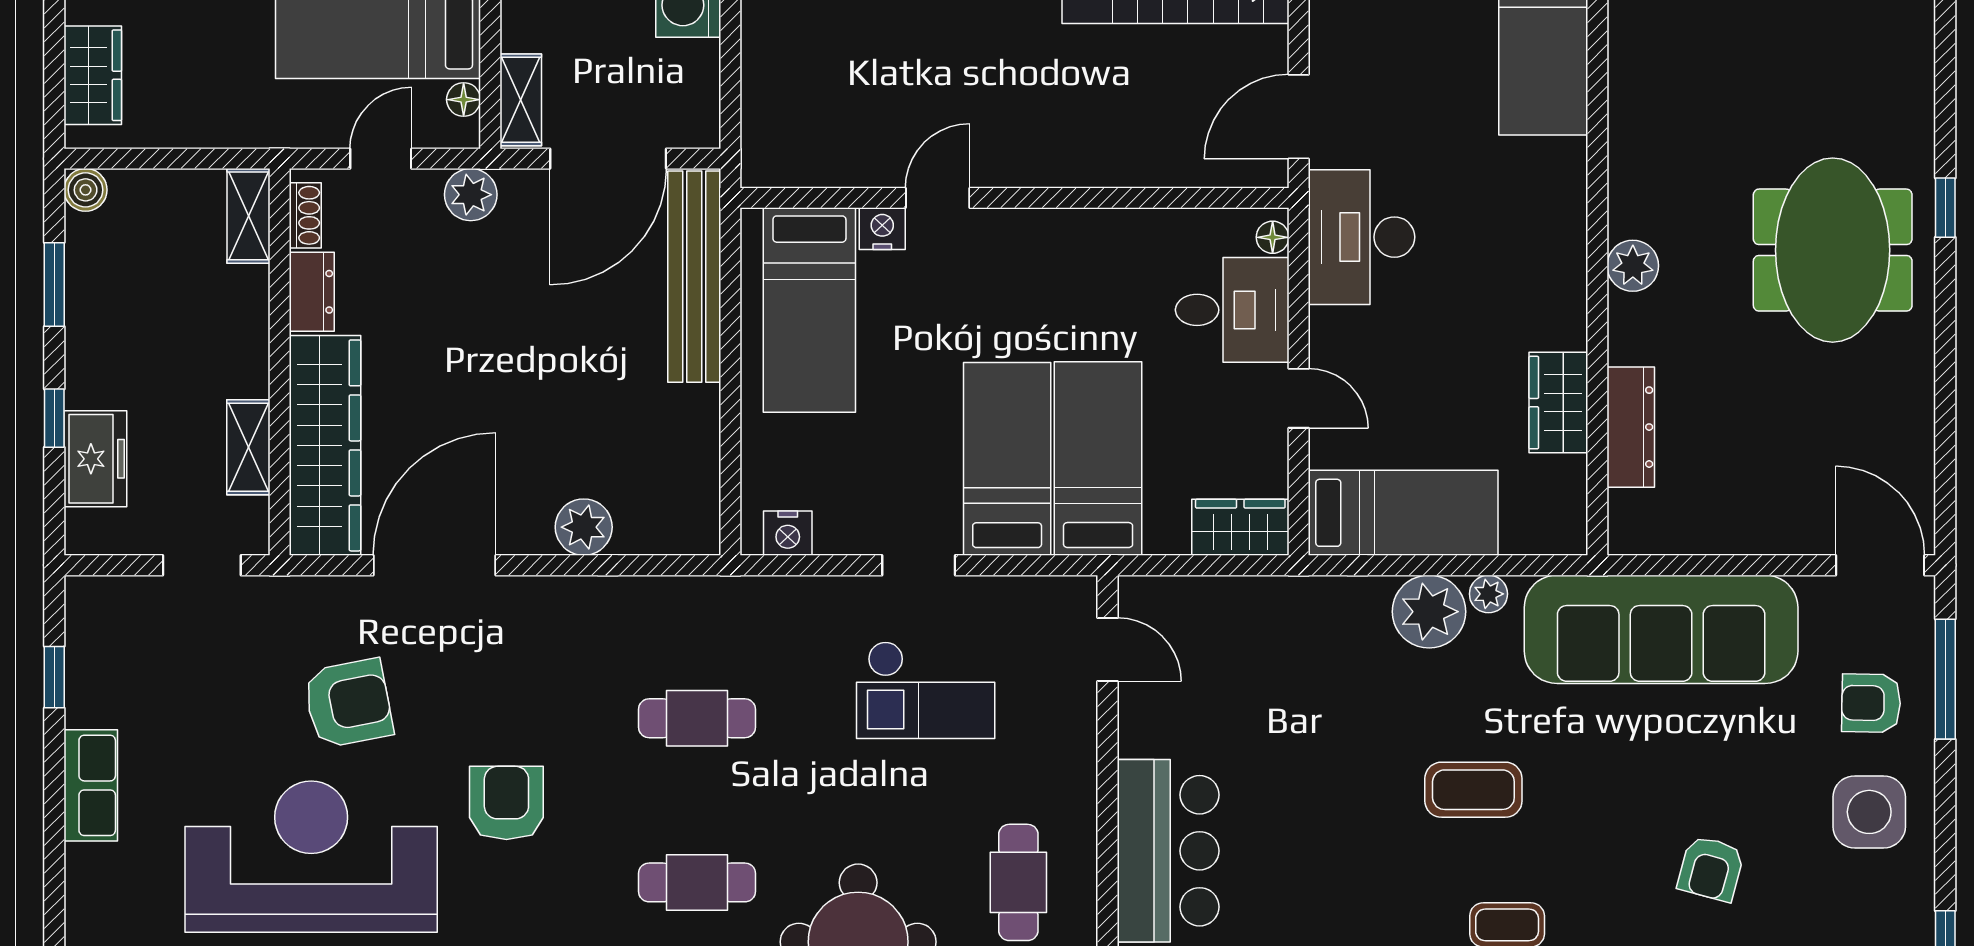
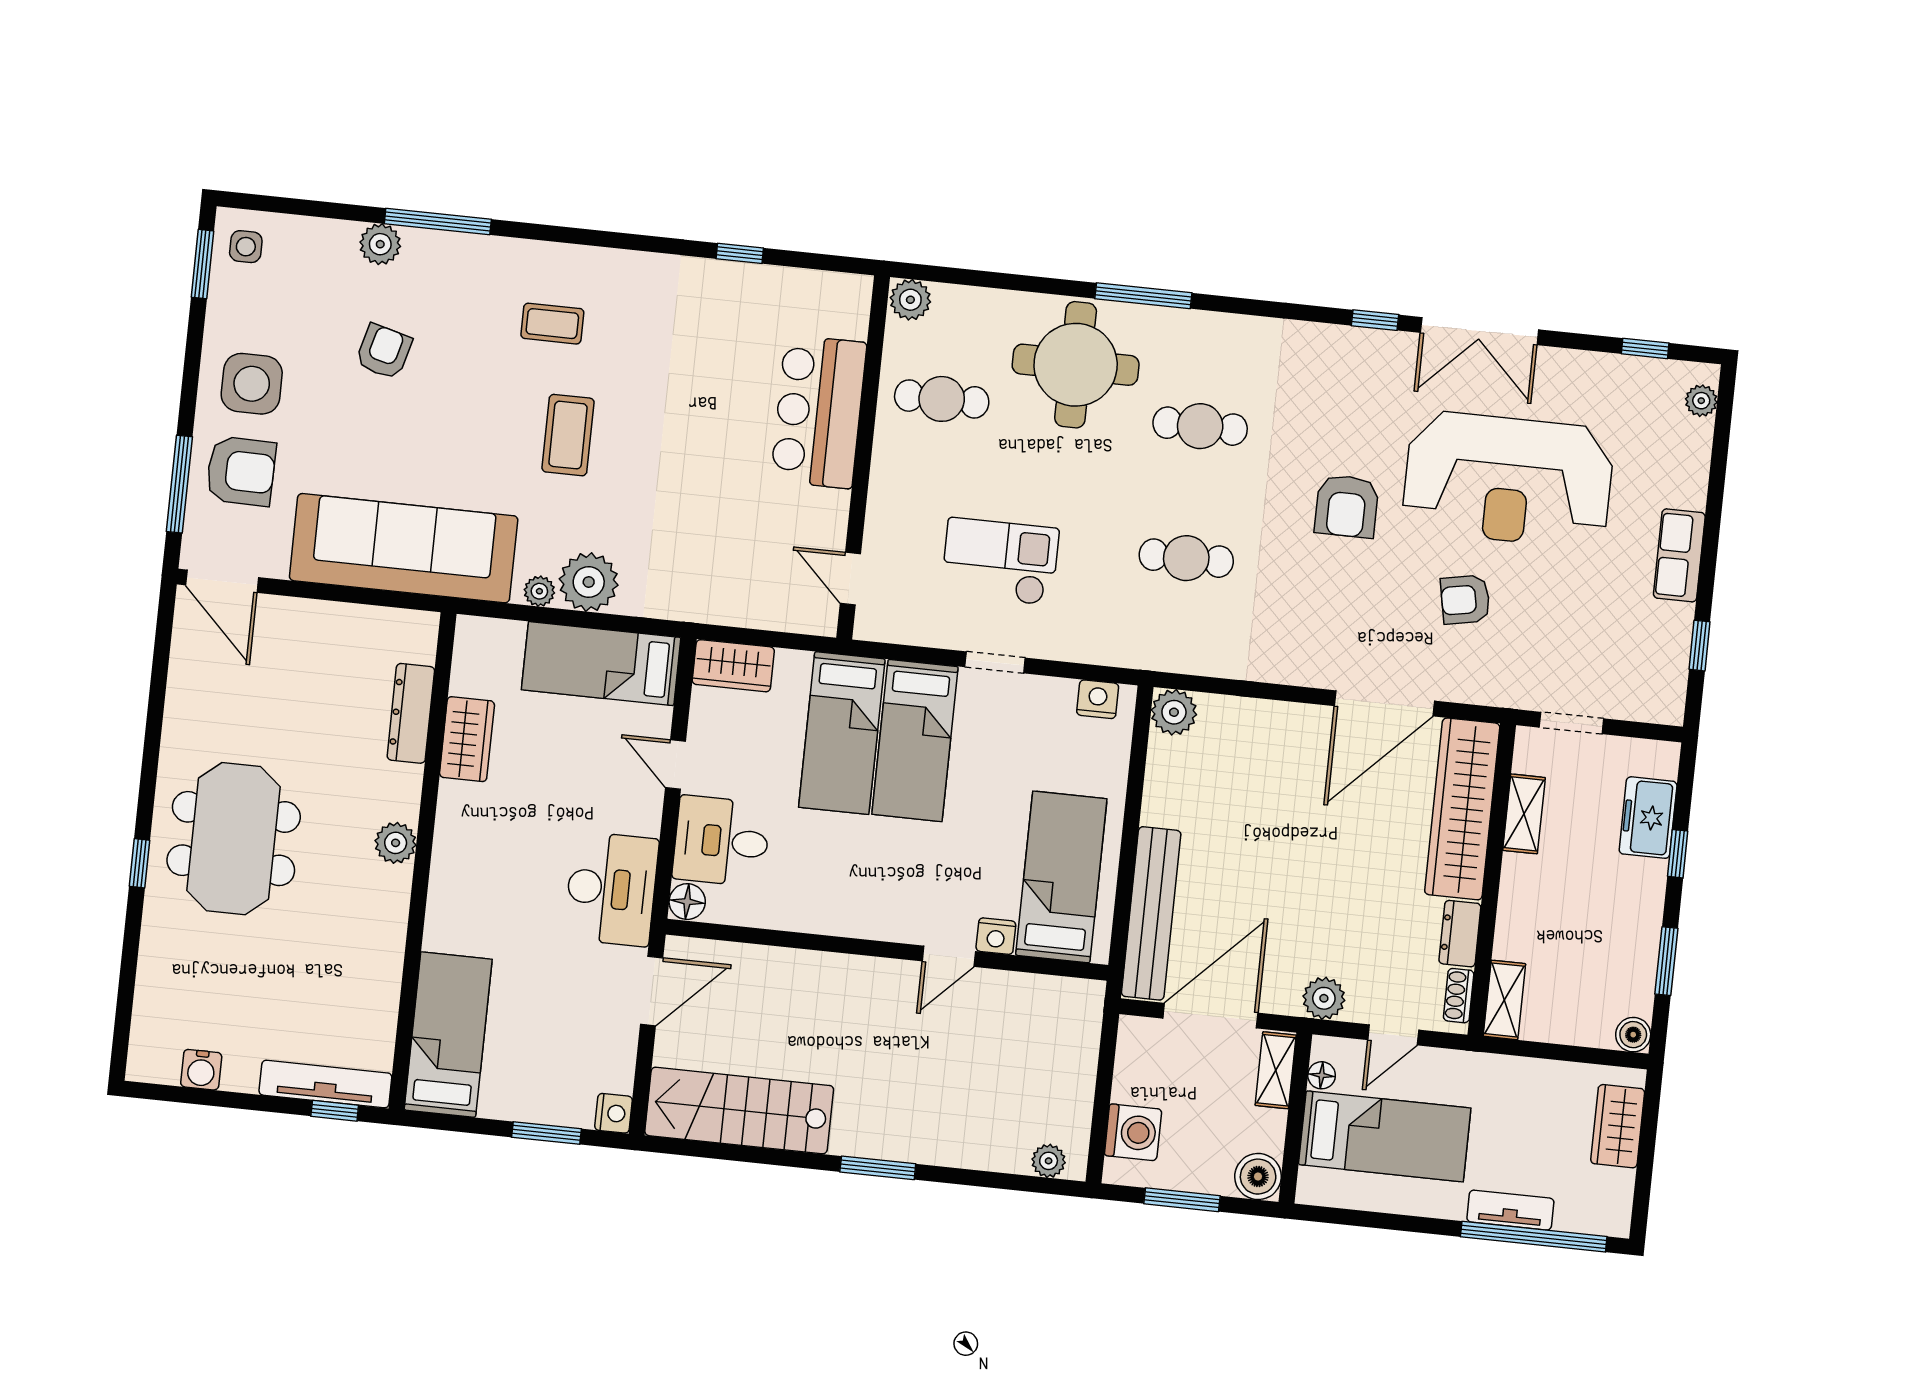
floor lamp: (1273, 237) -> (687, 902), width x1.37, depth x1.37
plant: (584, 527) -> (1174, 712), moved
armchair: (348, 703) -> (1465, 600), width x0.72, depth x0.72
armchair: (1871, 703) -> (241, 471), width x1.38, depth x1.38
coffee table: (1473, 790) -> (568, 435), turned 90
cafe table: (1018, 882) -> (942, 399), turned 90

